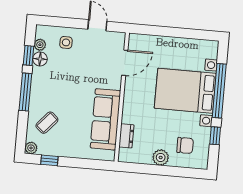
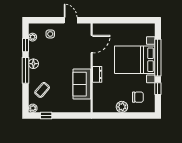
floor lamp: (40, 59) -> (33, 64), moved
sofa: (105, 119) -> (82, 84), width x0.73
dresser: (126, 136) -> (97, 74), moved

